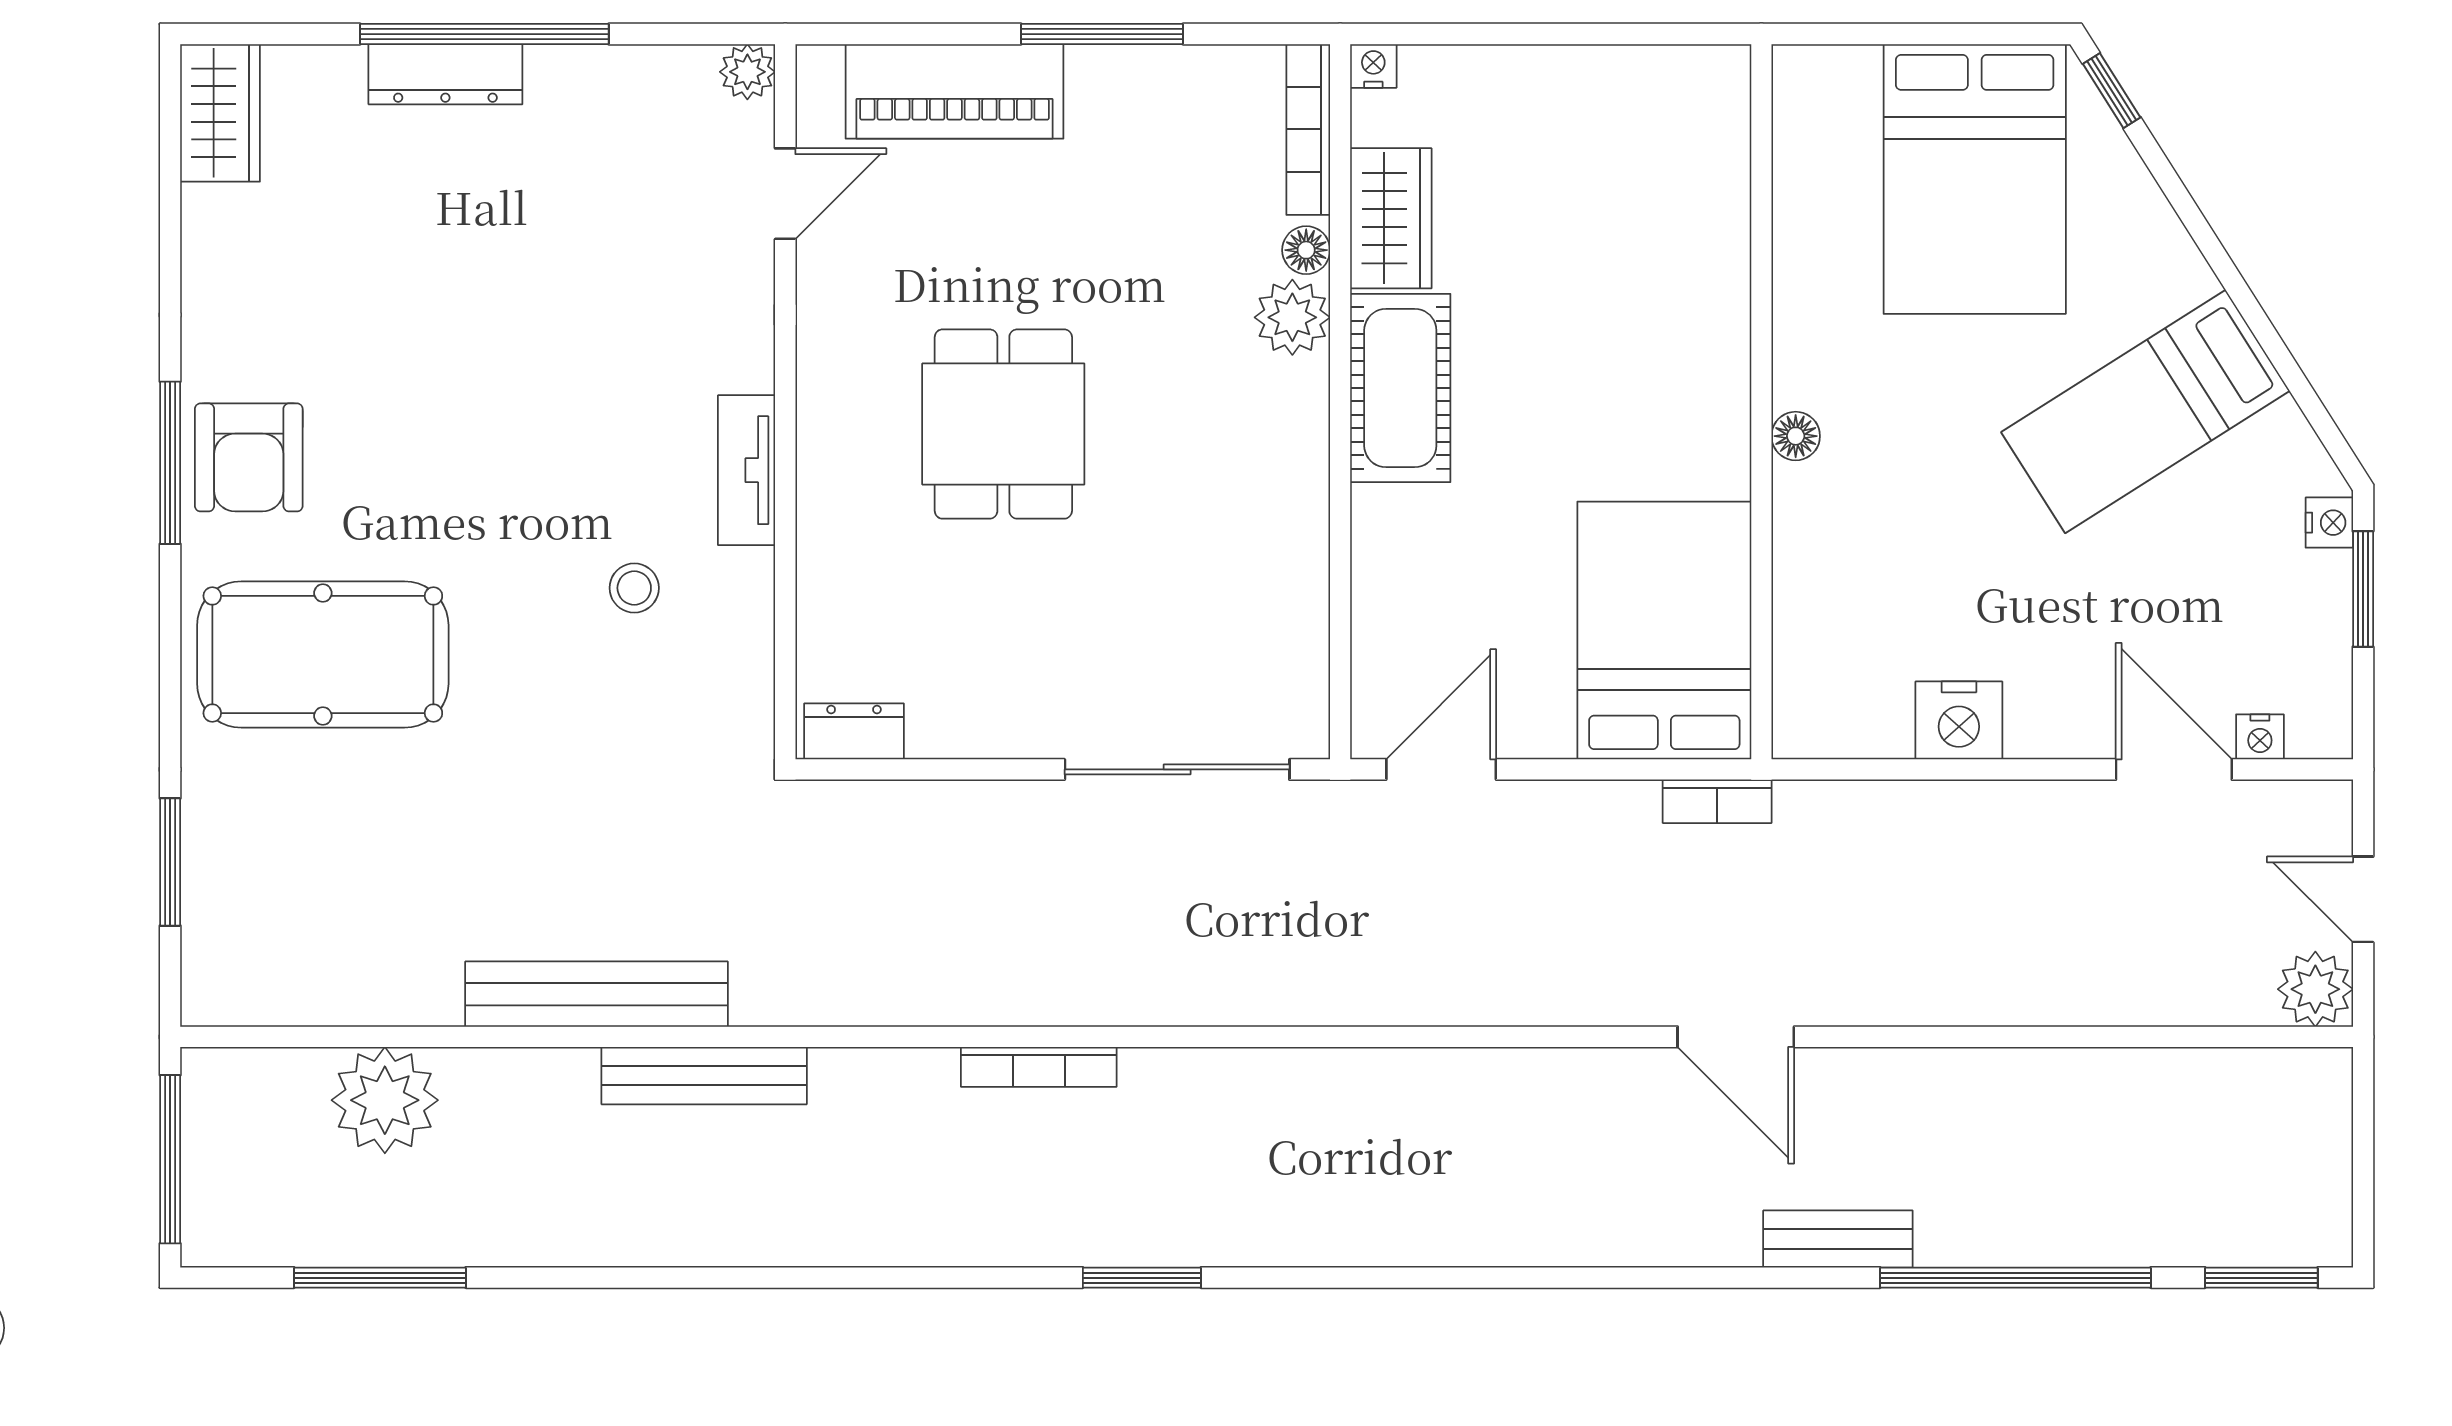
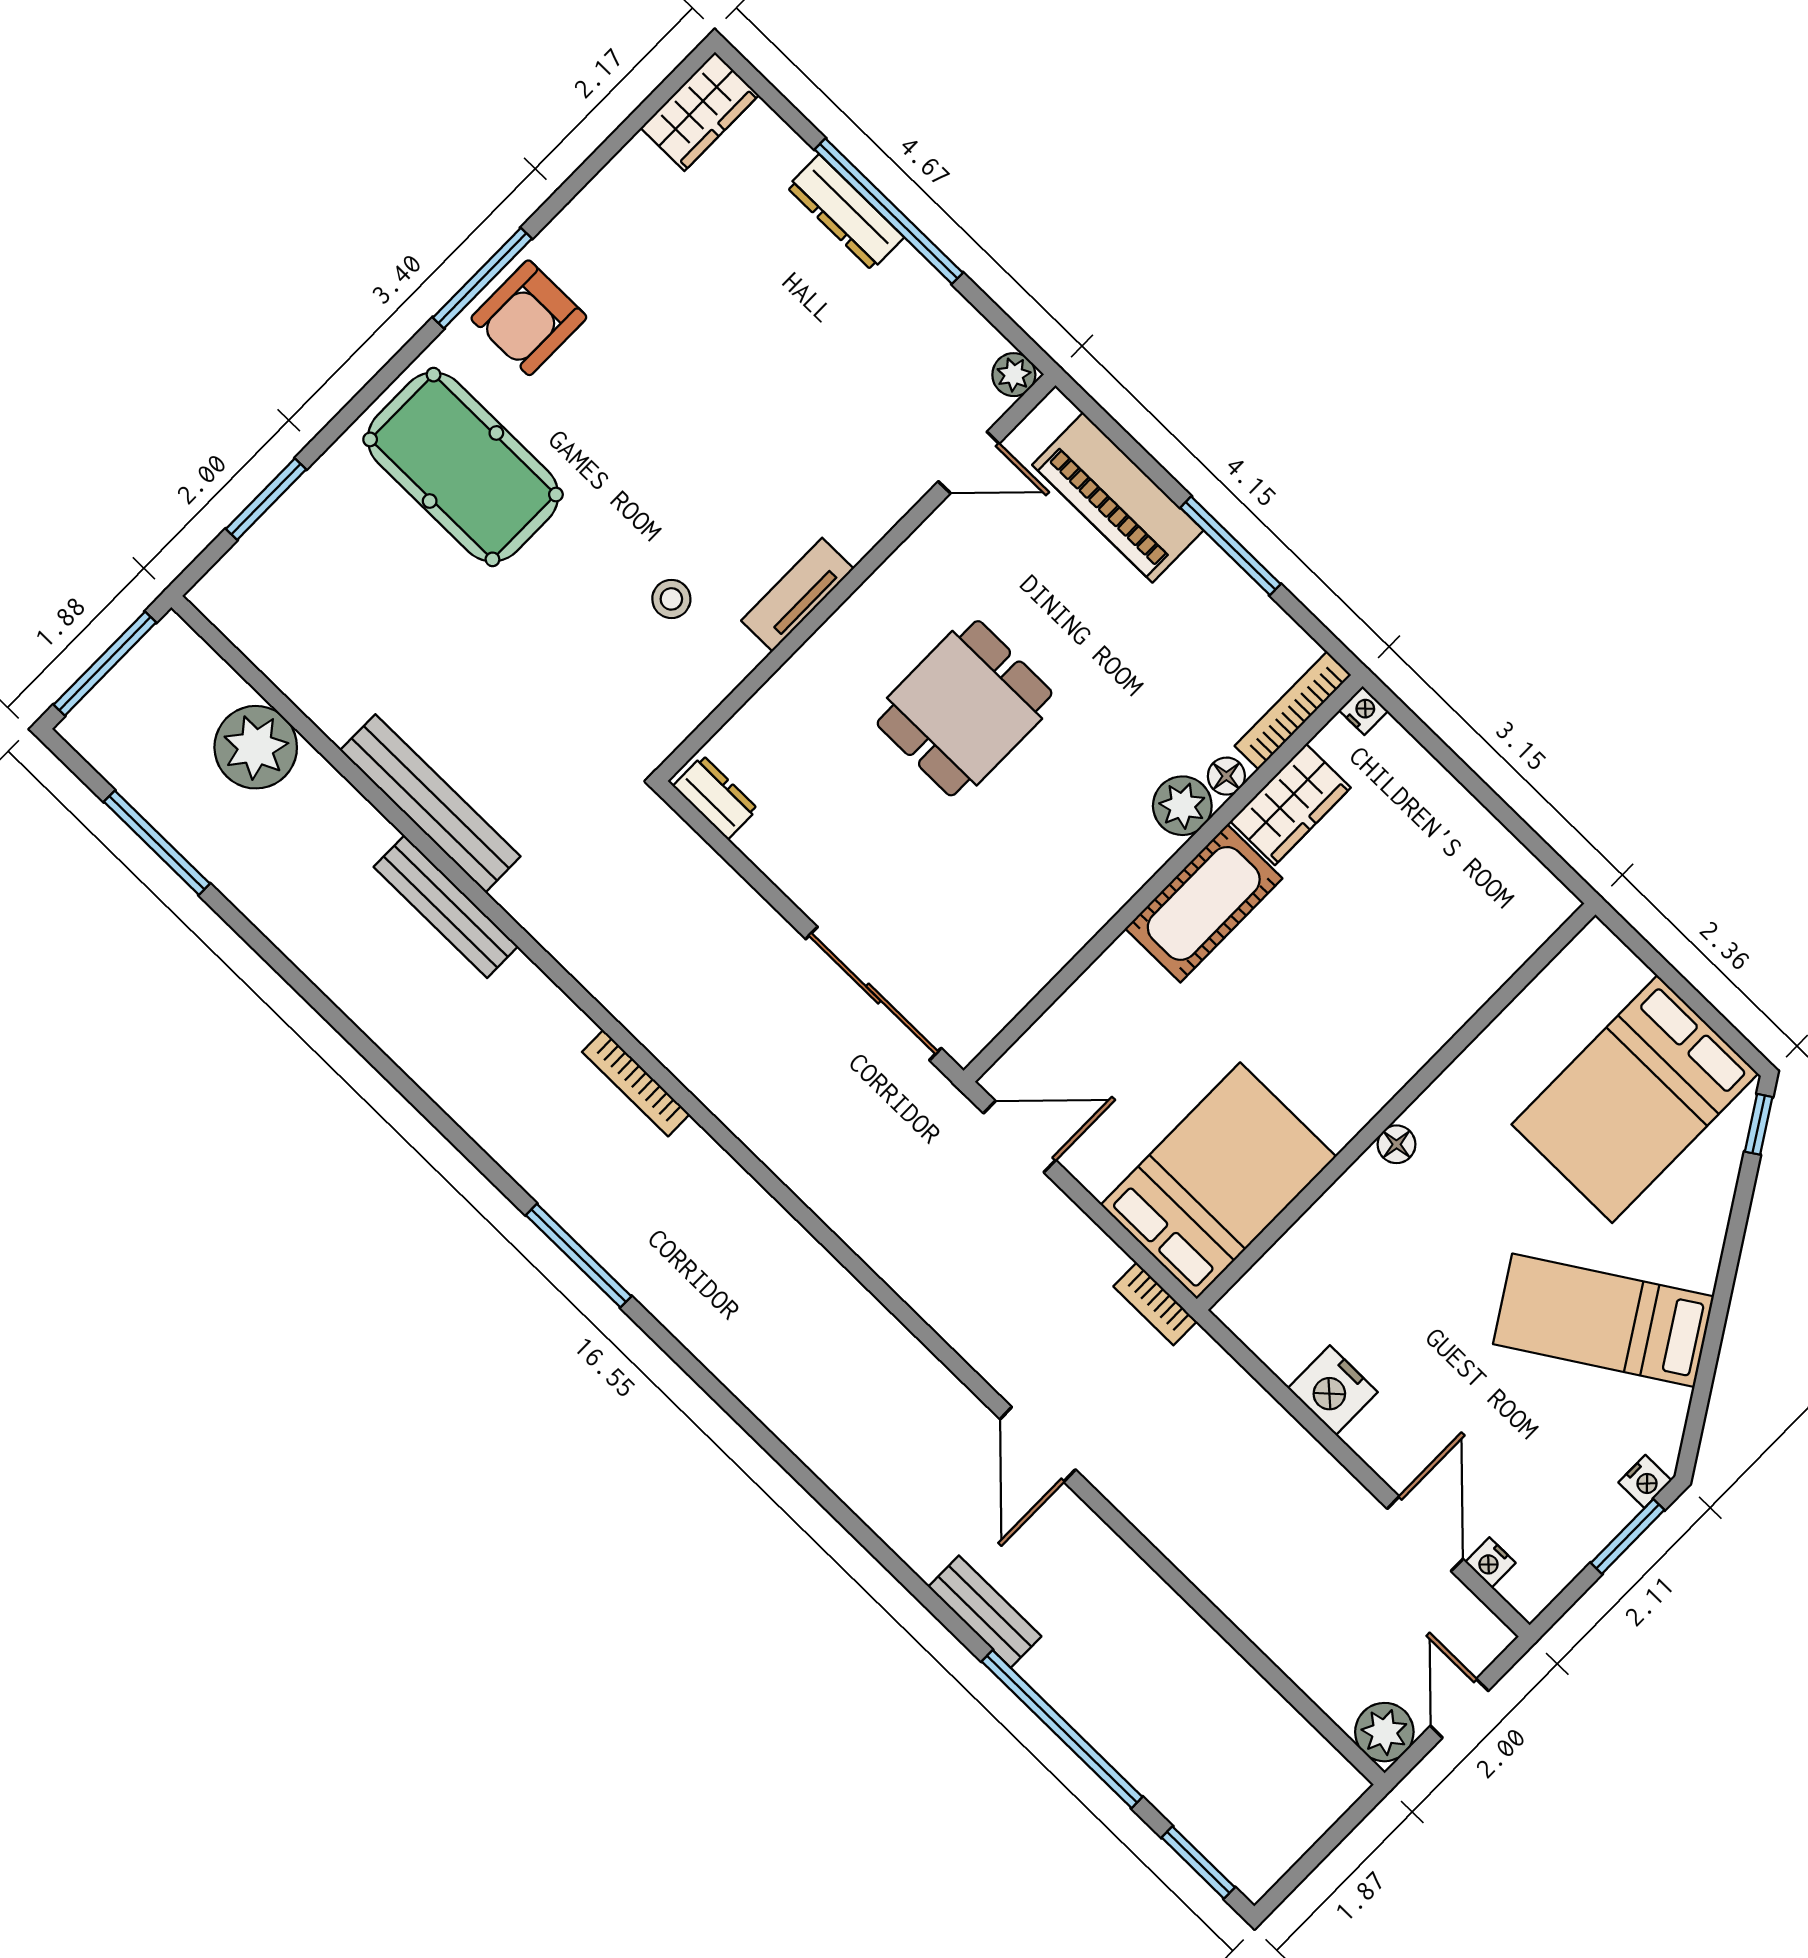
window: (1142, 1278) -> (579, 1256), width x1.44

